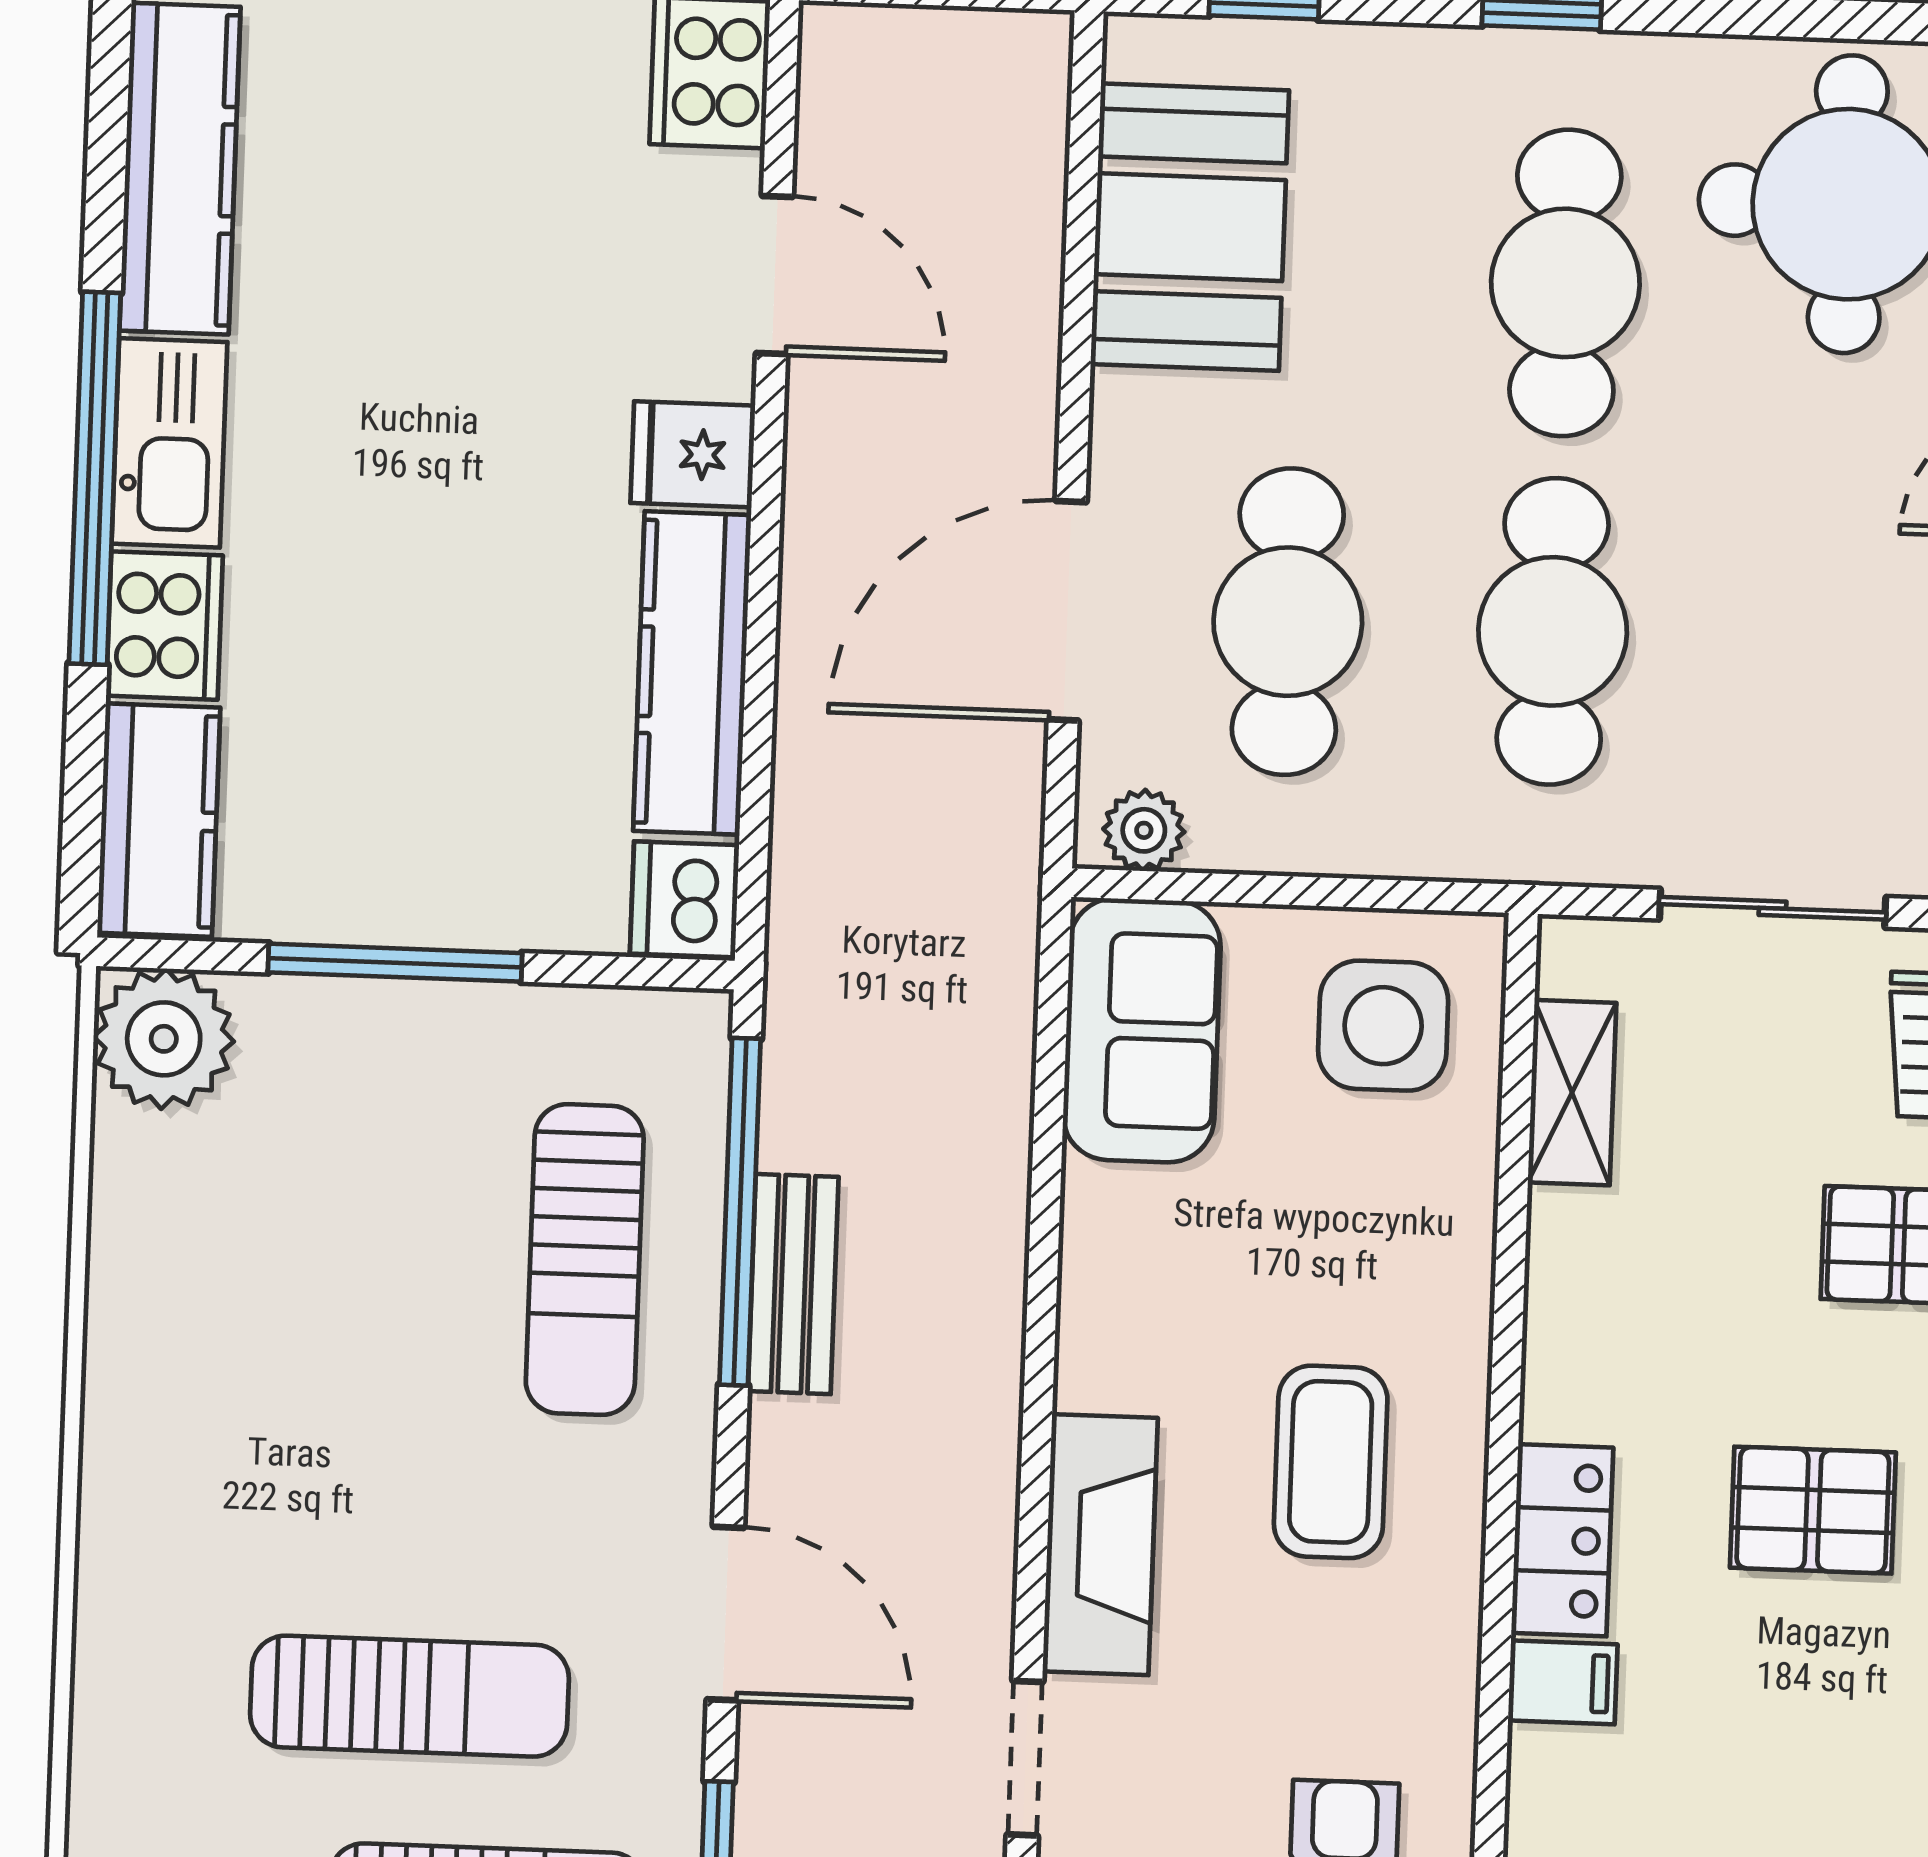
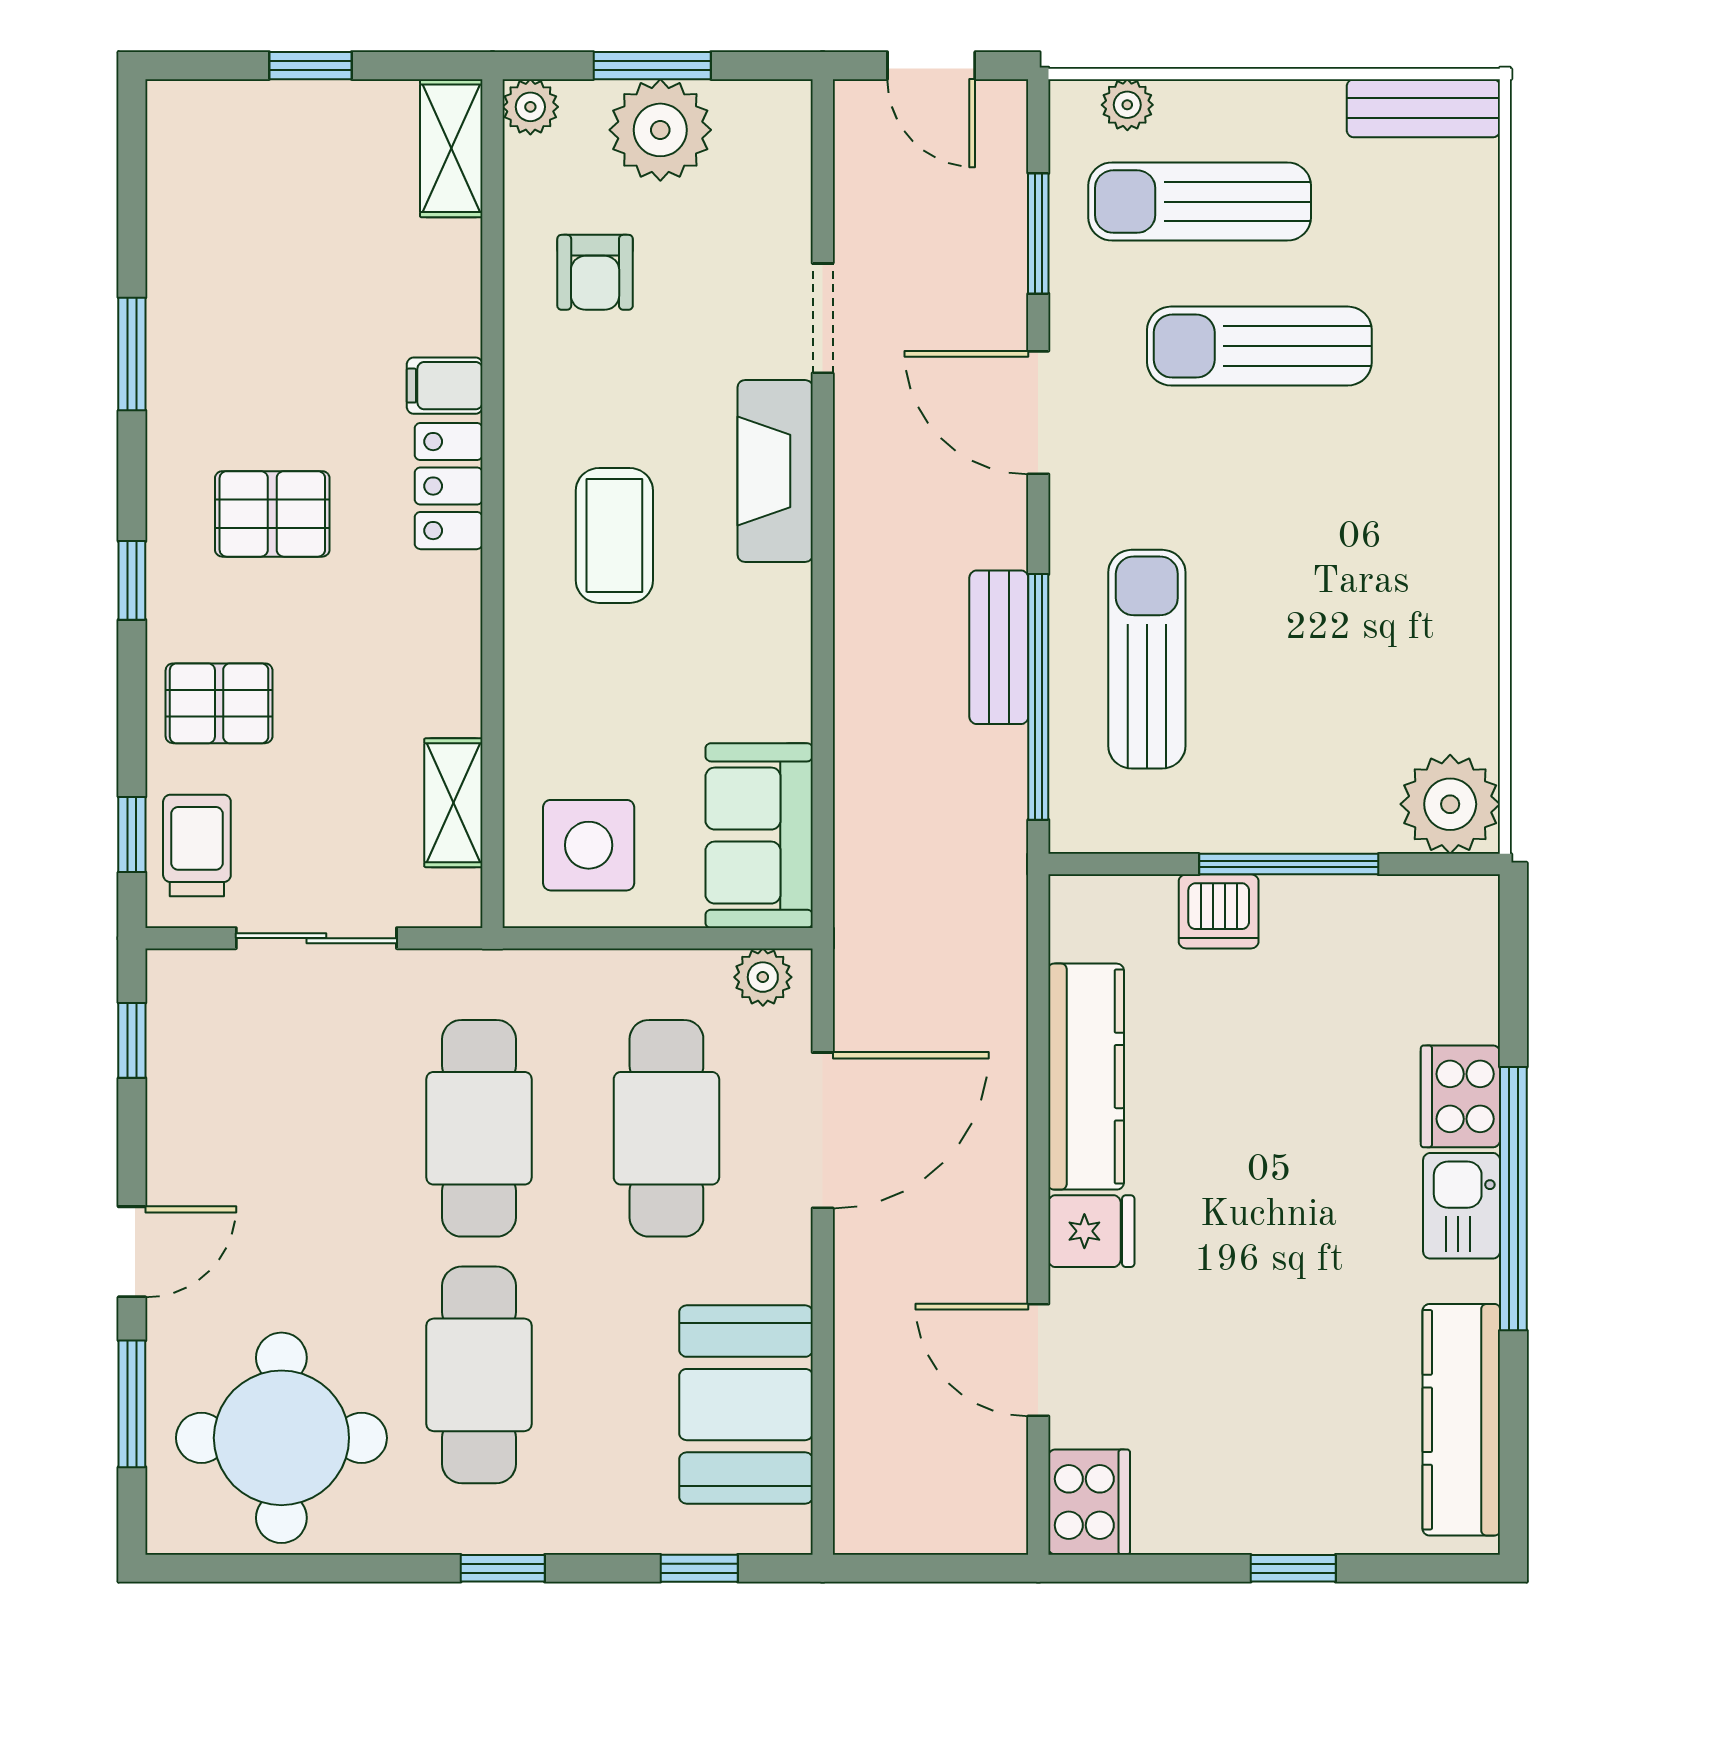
kitchen sink: (169, 443) -> (1462, 1206), width x0.73
kitchen counter: (159, 820) -> (1459, 959), removed
dishwasher: (685, 899) -> (1219, 911), moved, turned 90

